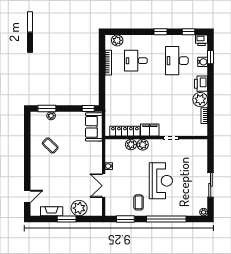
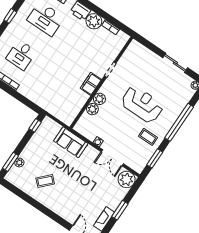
sofa: (94, 127) -> (71, 142), moved
locker: (125, 131) -> (77, 106), removed
plant: (79, 208) -> (127, 179), moved

